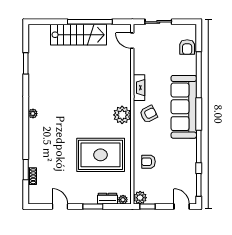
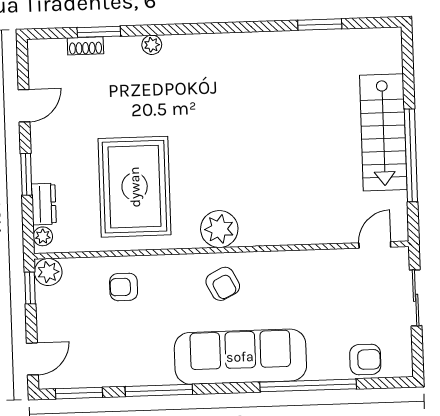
armchair: (187, 47) -> (365, 360), turned 180
fireplace: (139, 88) -> (277, 262), removed
plant: (33, 114) -> (152, 45), moved
armchair: (148, 162) -> (124, 287), turned -90

